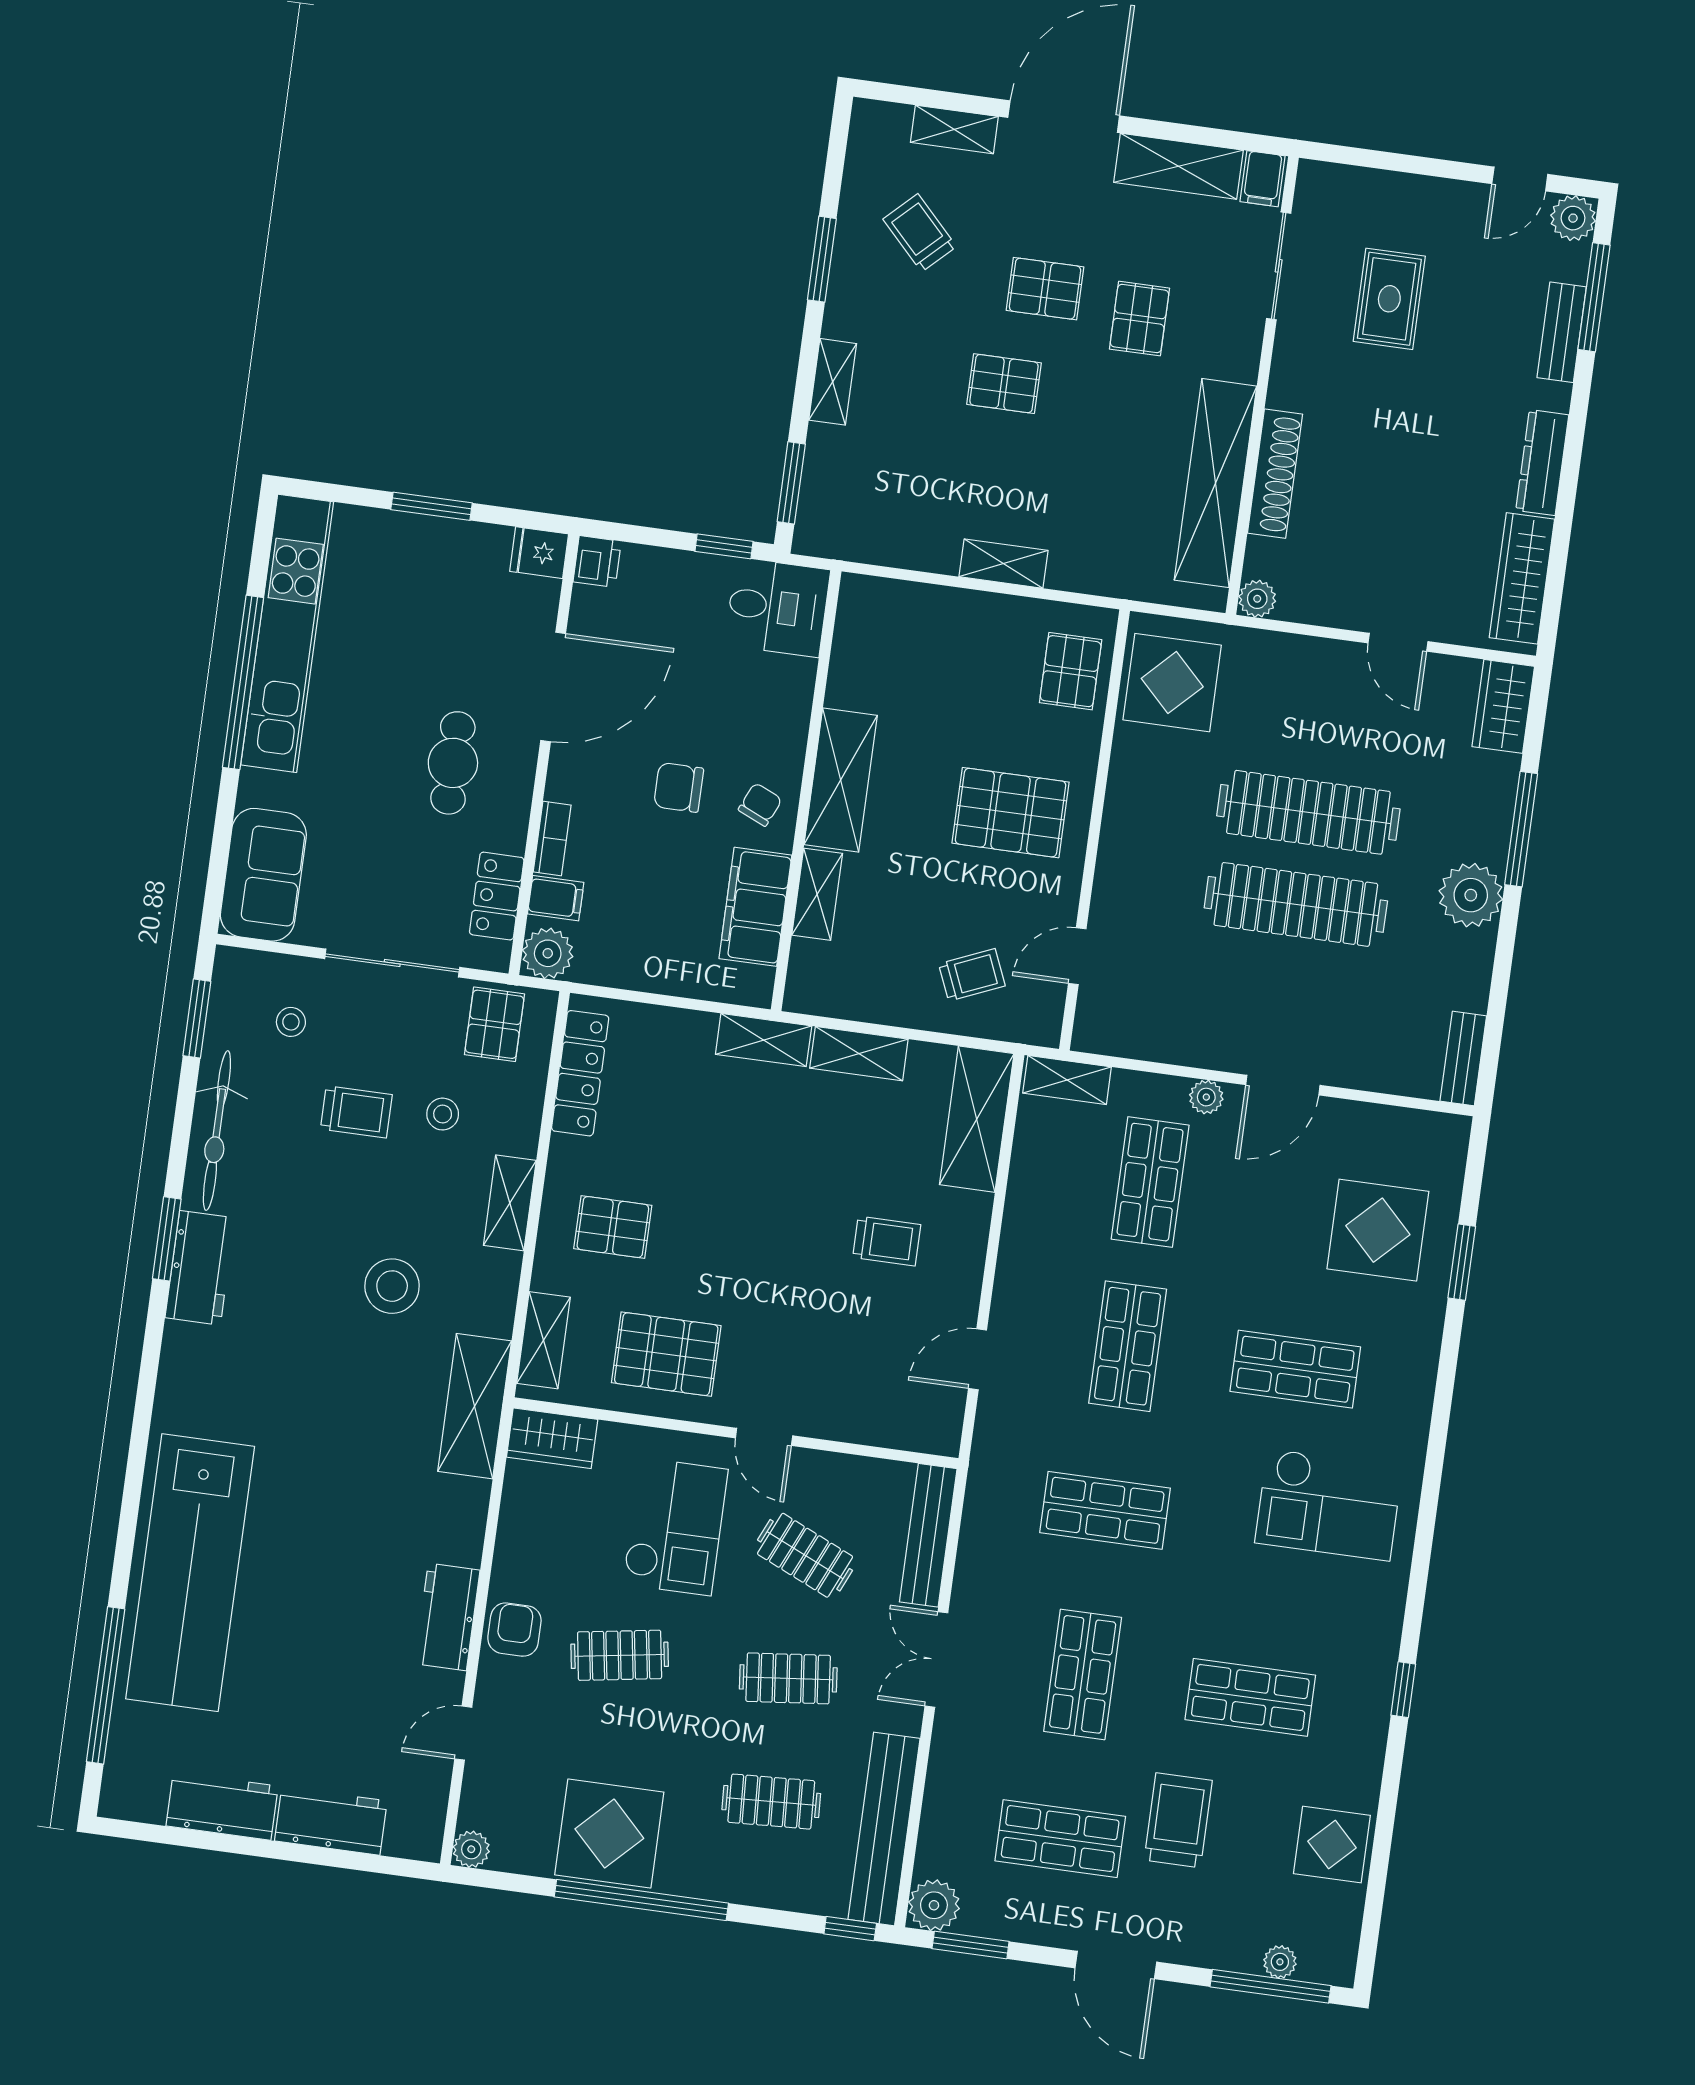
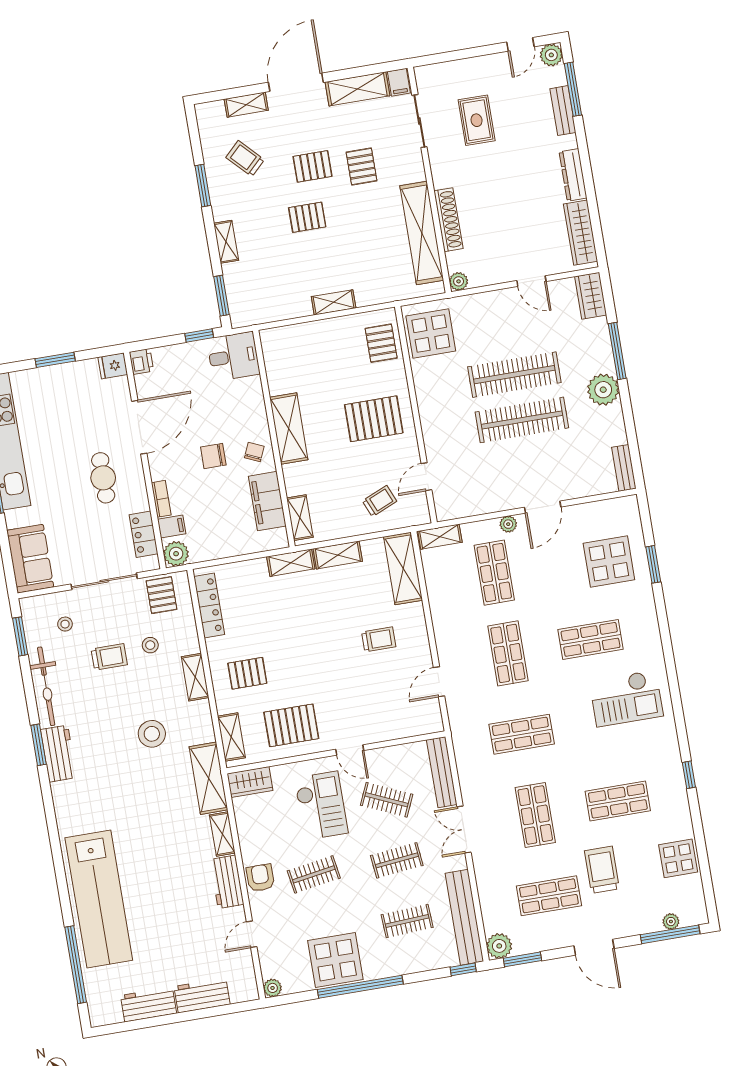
shelving: (817, 894) -> (300, 518), moved
shelving: (468, 1522) -> (222, 834), added

